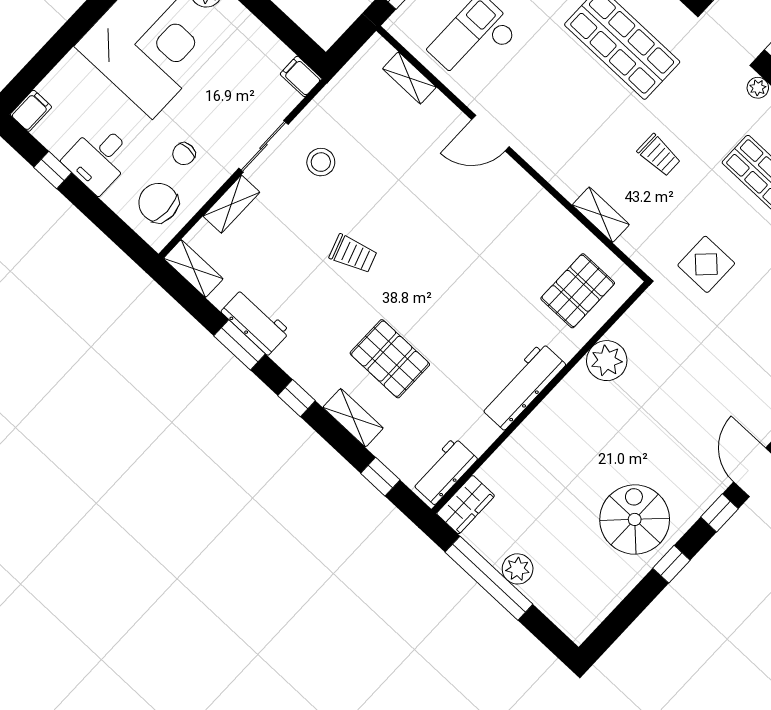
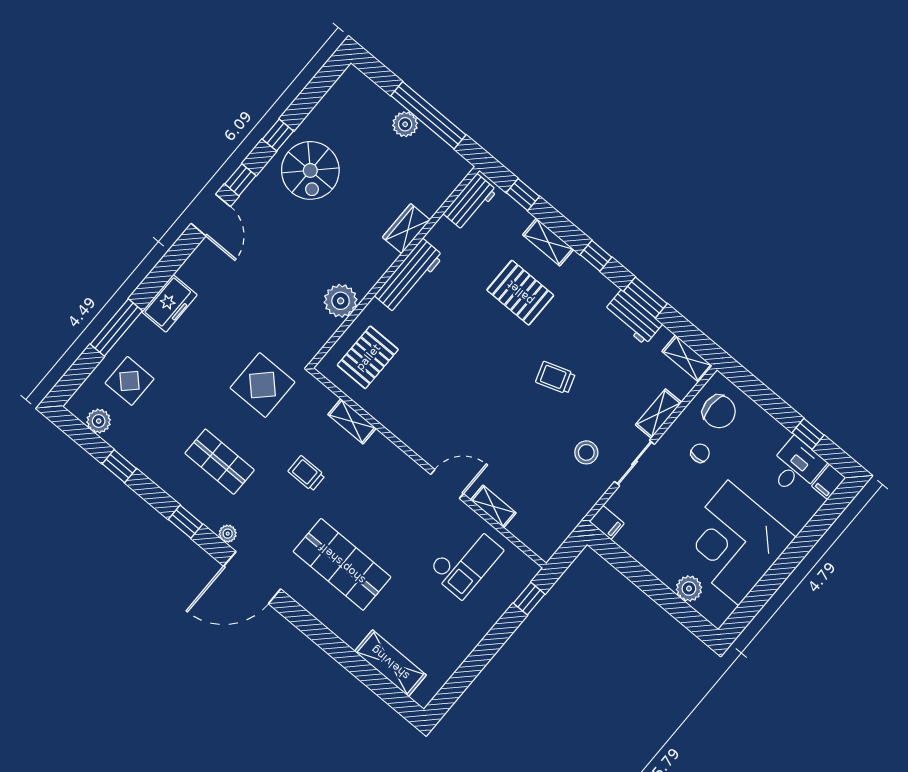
shelving: (409, 78) -> (493, 506), moved
desk: (99, 158) -> (796, 467), moved
display table: (706, 264) -> (263, 385), width x1.36, depth x1.36
wardrobe: (466, 505) -> (406, 229), moved

